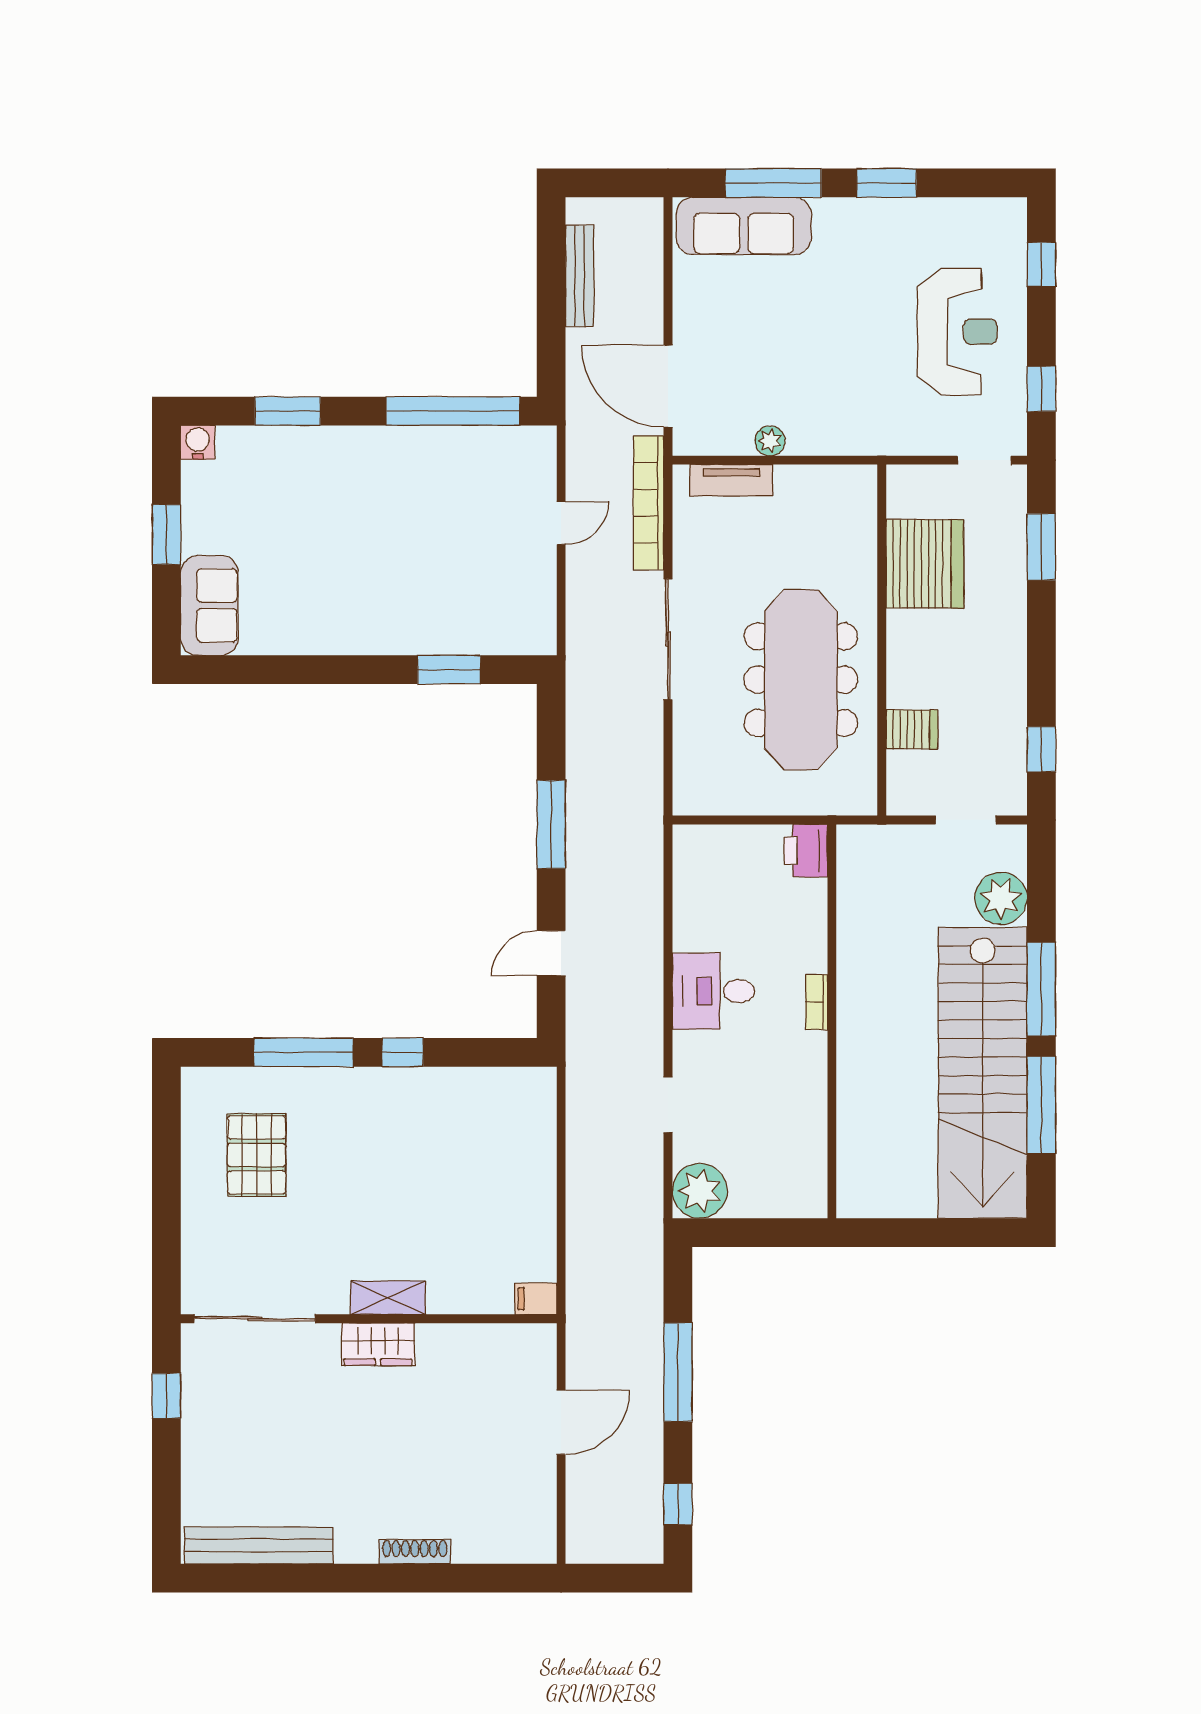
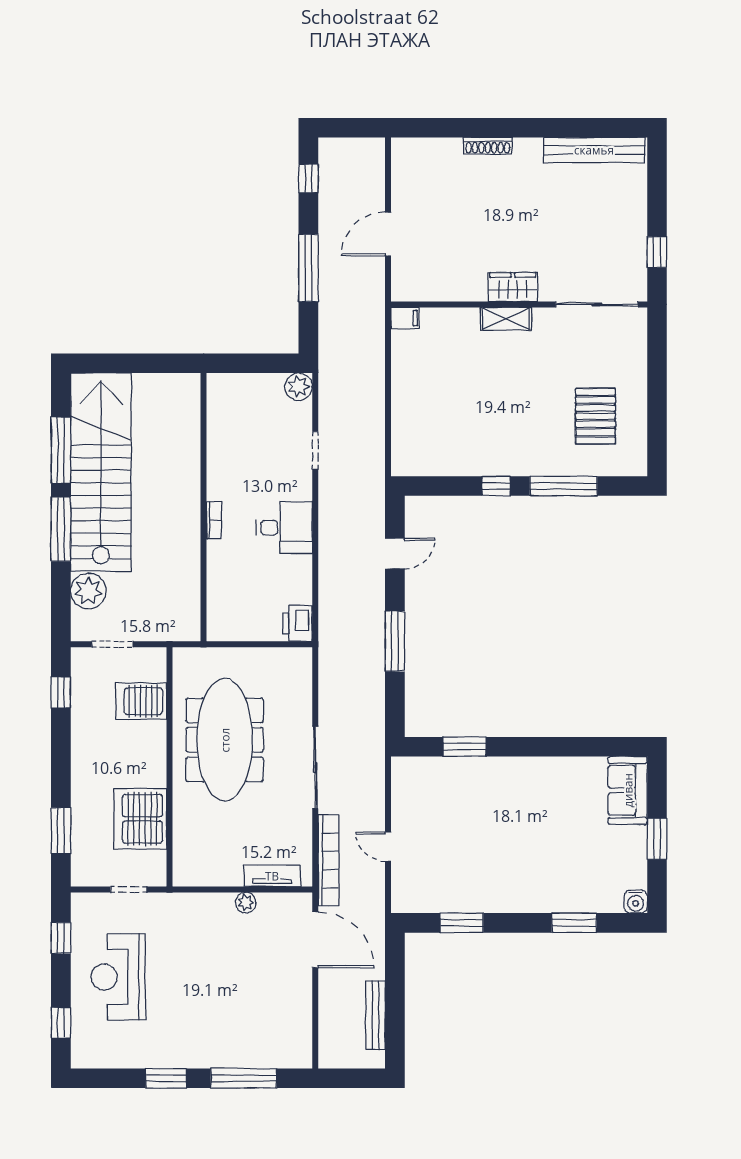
sofa: (744, 226) -> (264, 1049), removed
window: (453, 411) -> (462, 923), width x0.47
doorway: (984, 460) -> (129, 889), moved
door: (561, 523) -> (388, 847), hinge flipped
server rack: (912, 729) -> (141, 701), width x1.36, depth x1.44
printer: (806, 851) -> (297, 623), moved, turned 180
plant: (700, 1191) -> (299, 387), width x0.73, depth x0.73

